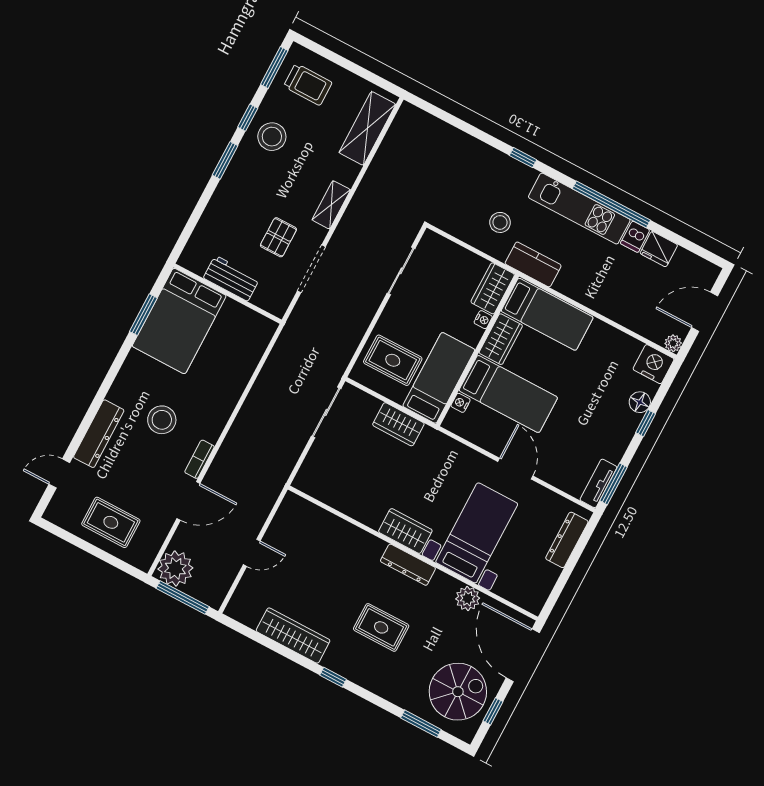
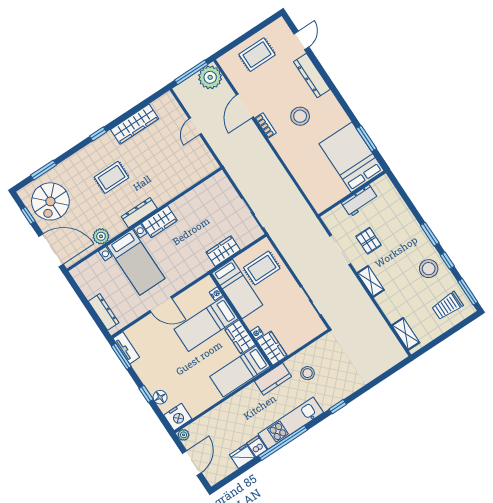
shelving: (367, 128) -> (406, 334), width x0.67, depth x0.75

